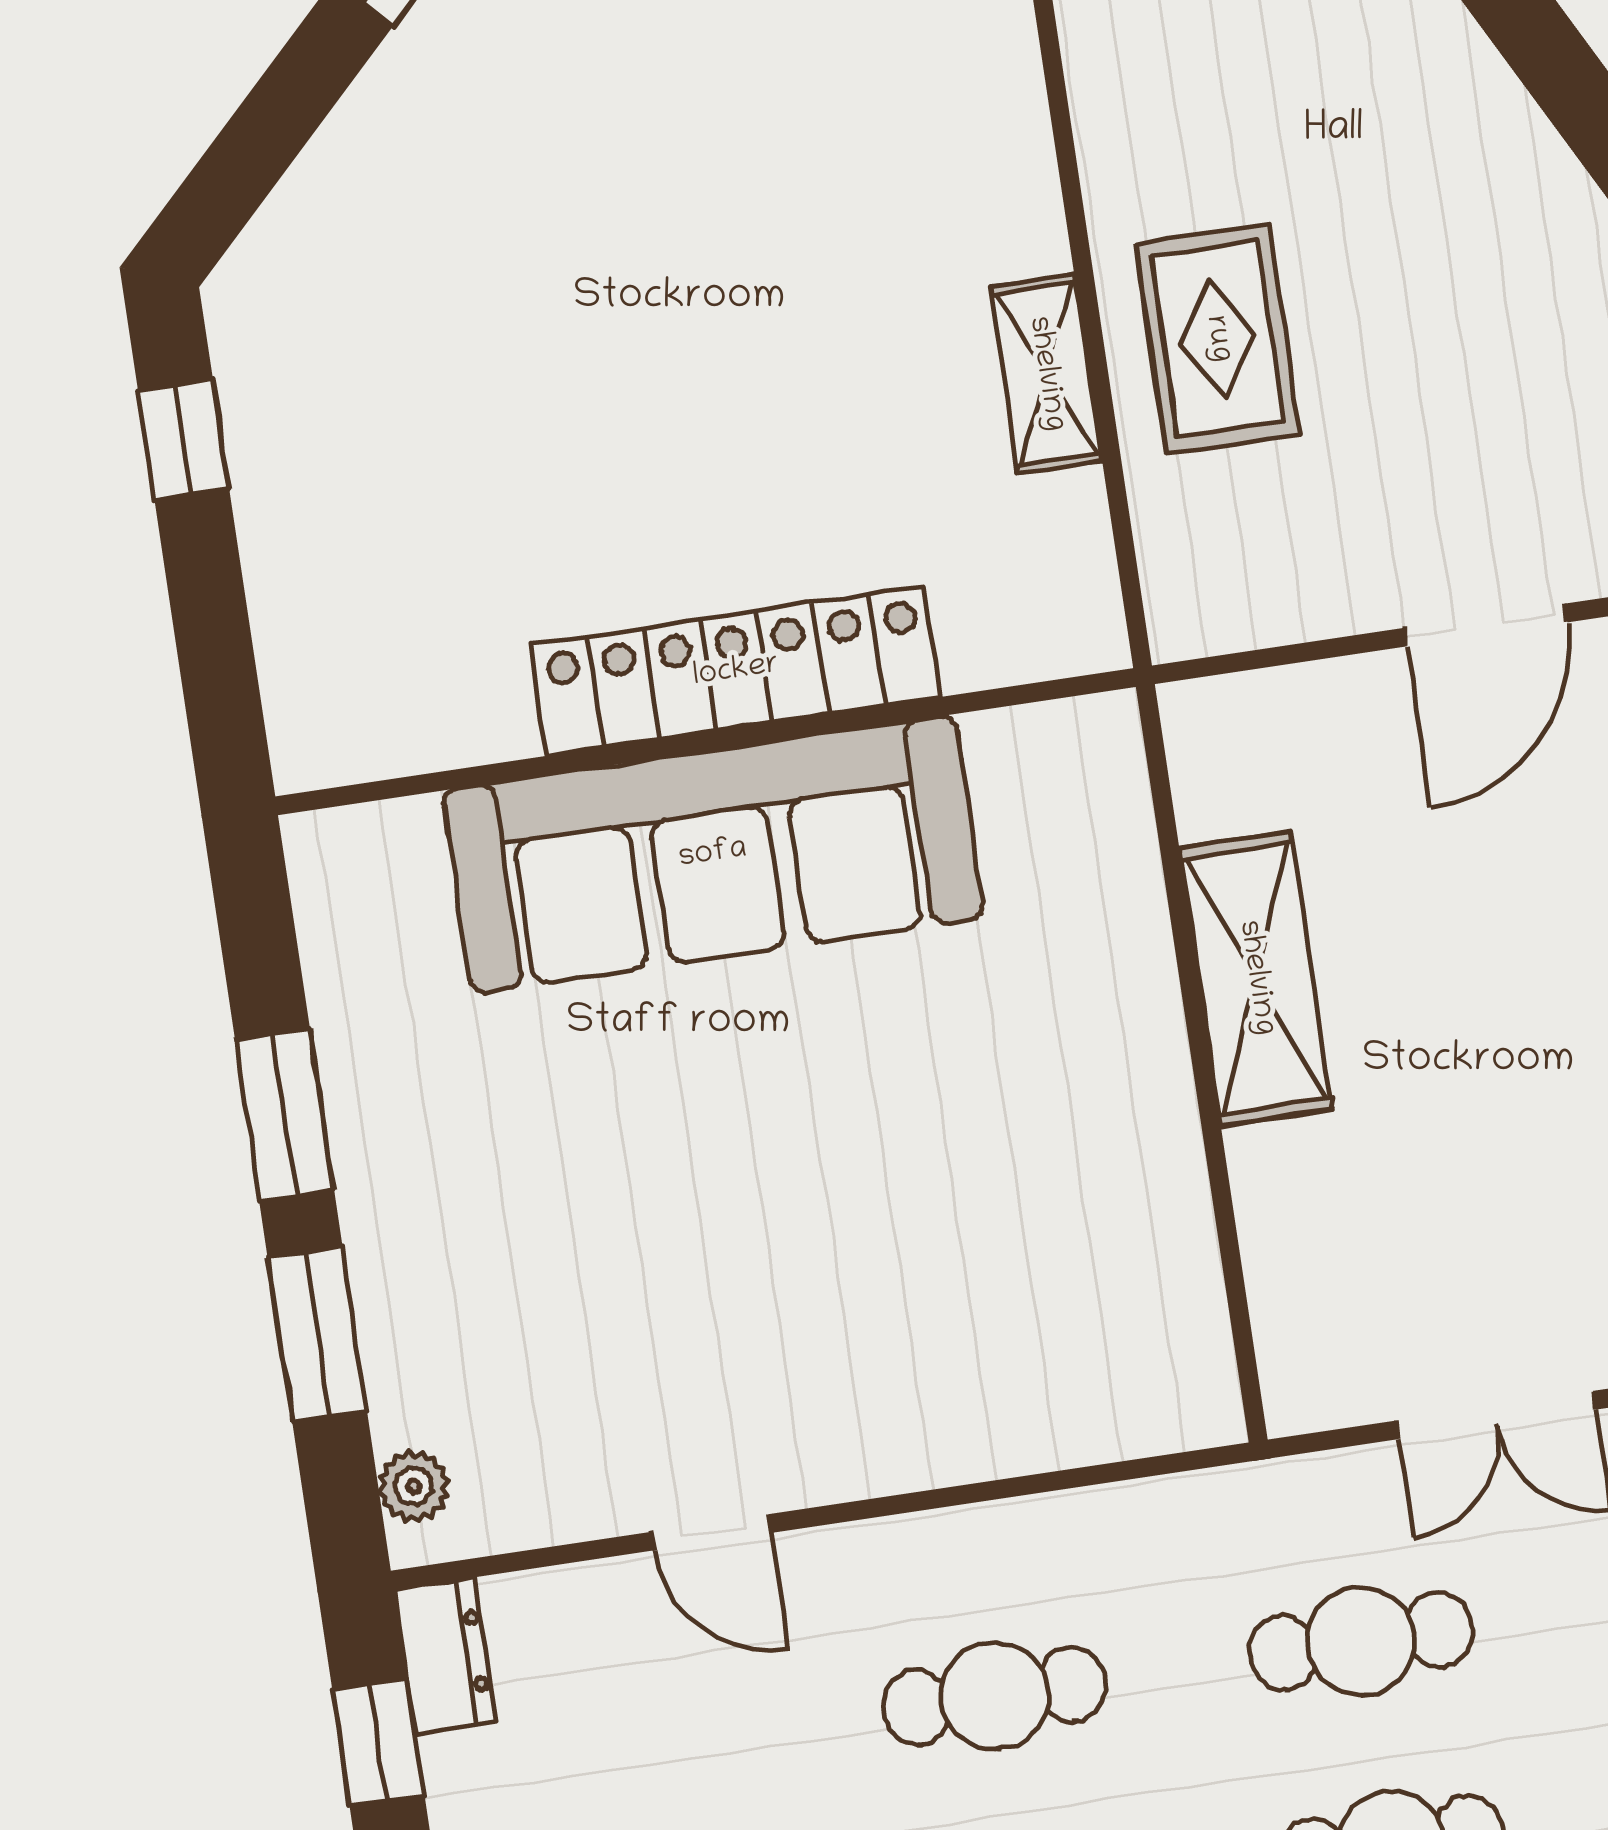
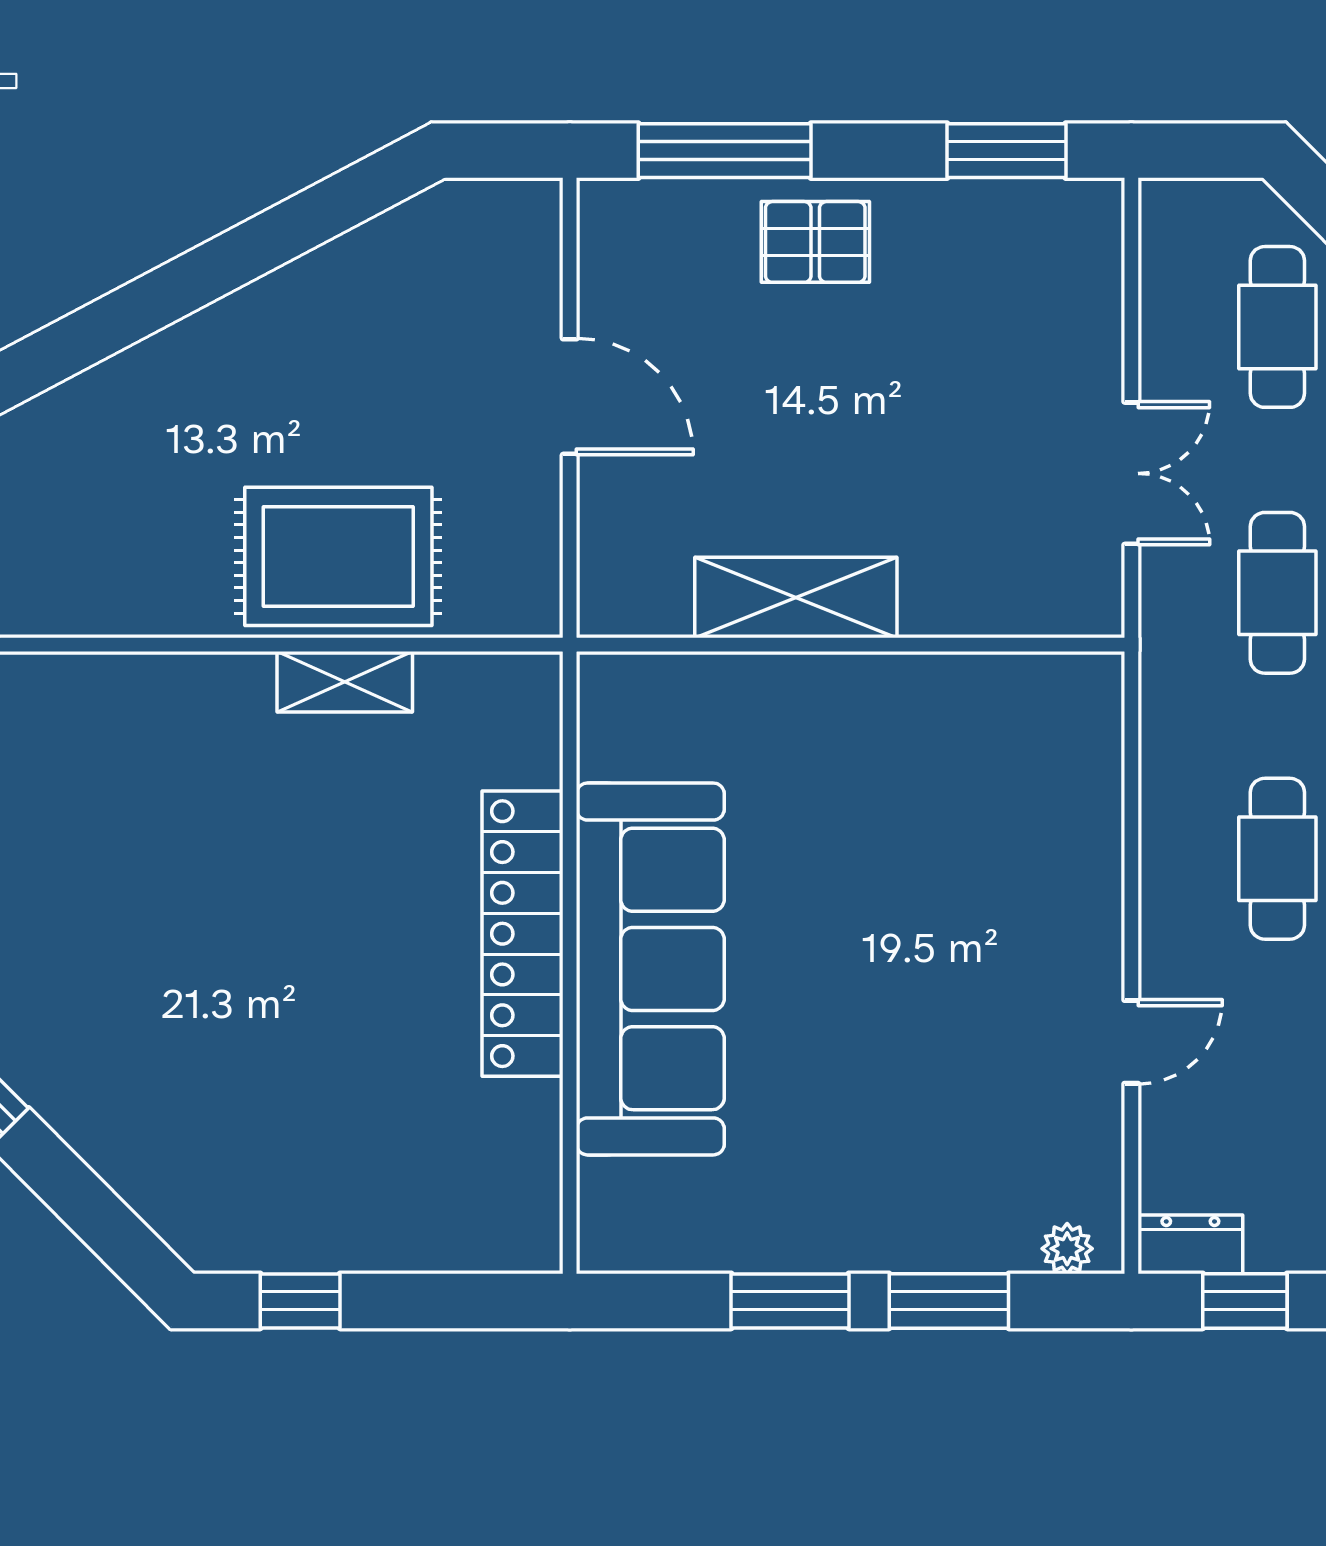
rug: (1218, 339) -> (338, 556), width x1.36, depth x1.43

